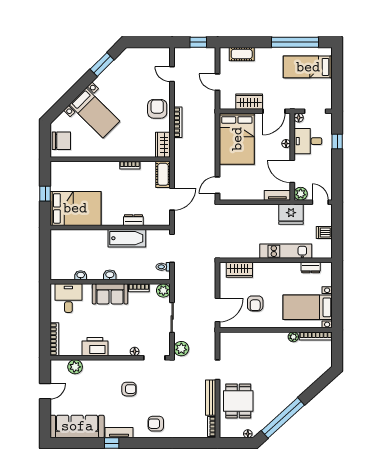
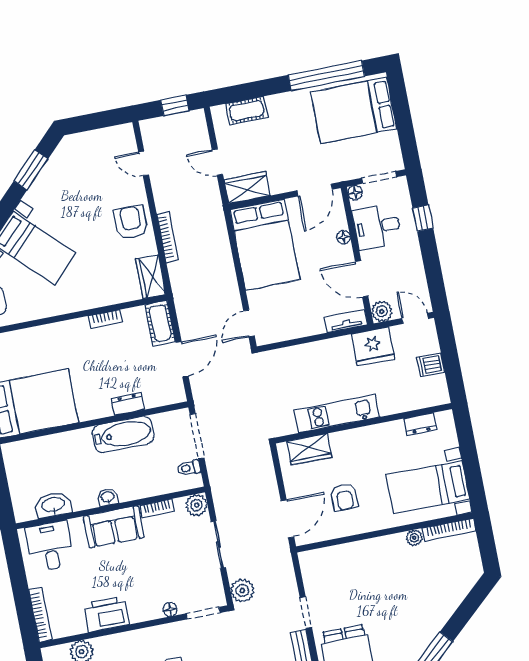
bed: (308, 67) -> (354, 110), width x1.50
wardrobe: (249, 102) -> (247, 188), moved
kitchen unit: (286, 251) -> (337, 414), moved
washbasin: (81, 275) -> (53, 505), width x1.91, depth x1.45

